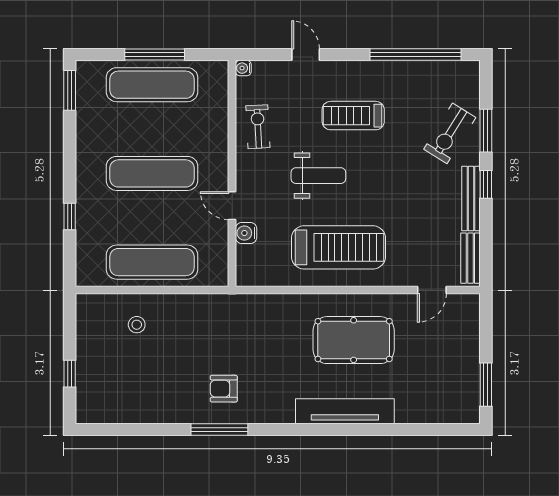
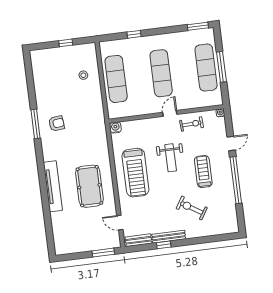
window: (416, 55) -> (236, 180), moved
window: (486, 131) -> (204, 240), removed
exercise bike: (450, 133) -> (192, 208), moved
window: (486, 184) -> (164, 245), moved
door: (232, 206) -> (170, 113), moved
water cooler: (246, 233) -> (115, 127), moved
window: (70, 374) -> (66, 43), moved
window: (486, 385) -> (103, 253), moved
armchair: (224, 389) -> (56, 123), turned 85

